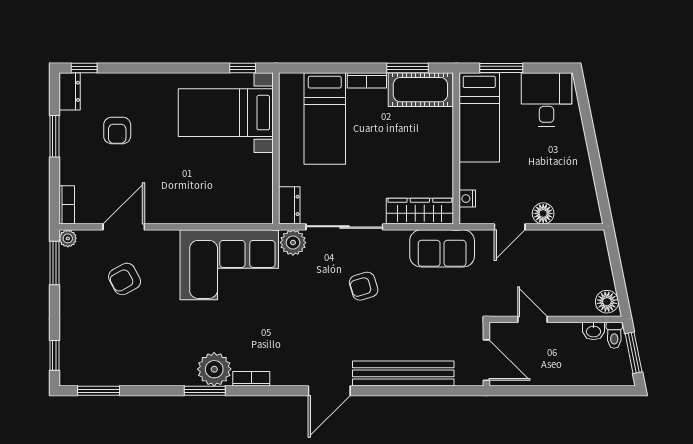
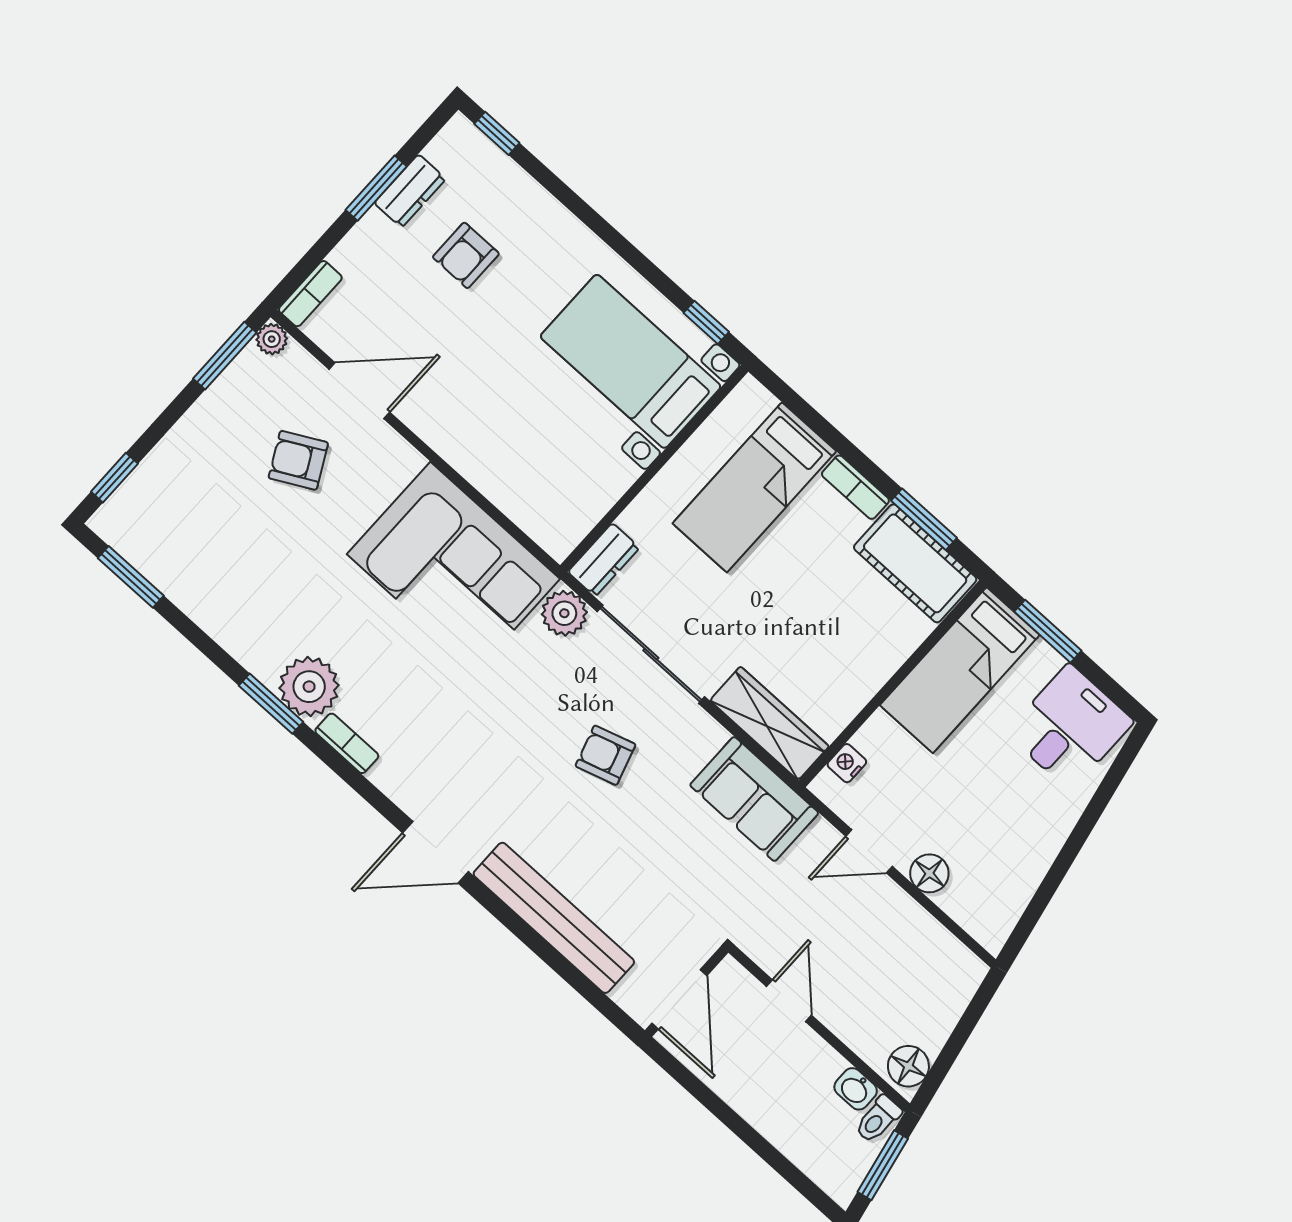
dresser: (70, 91) -> (410, 191), moved

